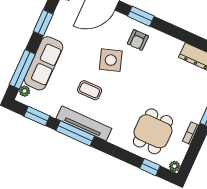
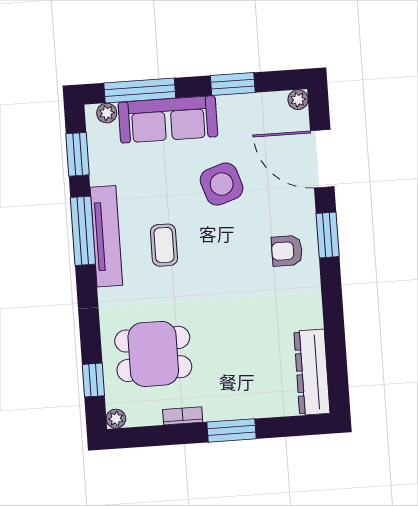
side table: (111, 60) -> (222, 184), moved
coffee table: (90, 90) -> (164, 245), moved

